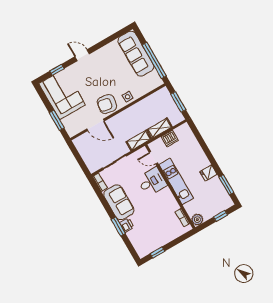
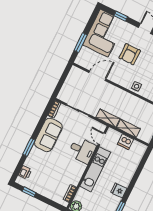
armchair: (107, 104) -> (130, 54), moved, turned -100
door: (96, 125) -> (97, 76), swing flipped
printer: (127, 225) -> (25, 172), moved

